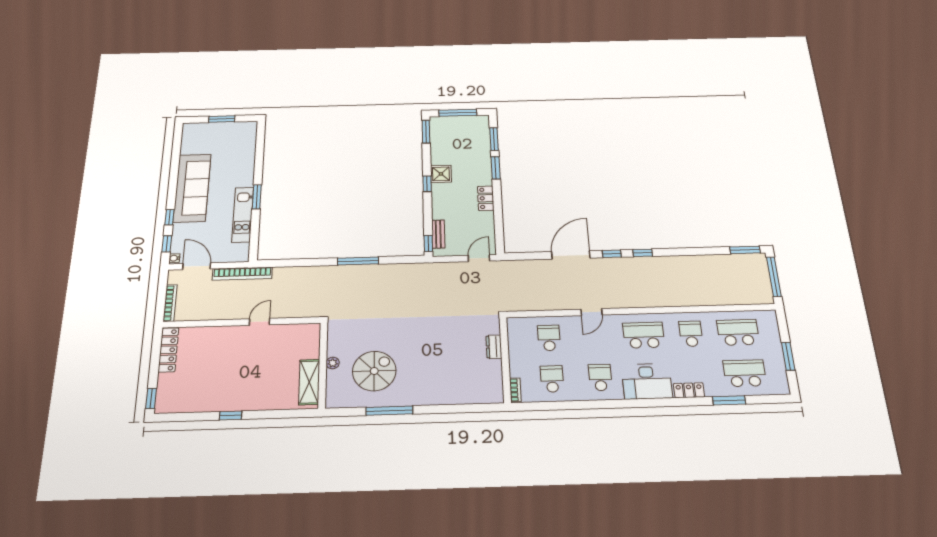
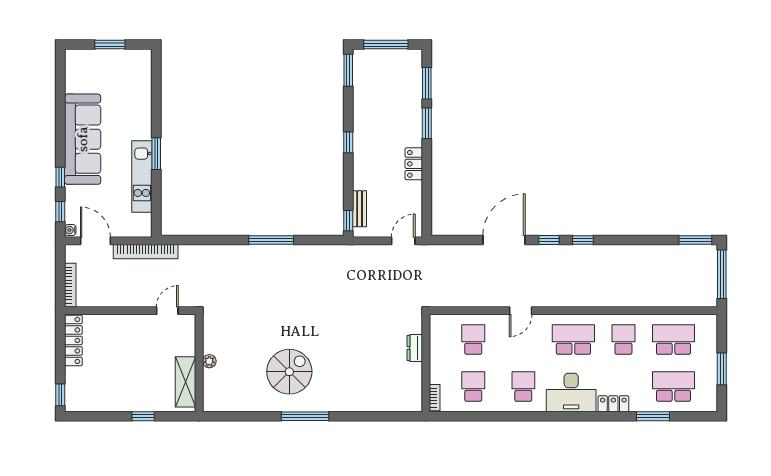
shower: (441, 174) -> (364, 130), removed
plant: (333, 363) -> (209, 361), moved
wall: (323, 365) -> (199, 363), moved
shelving: (309, 382) -> (185, 382), moved

